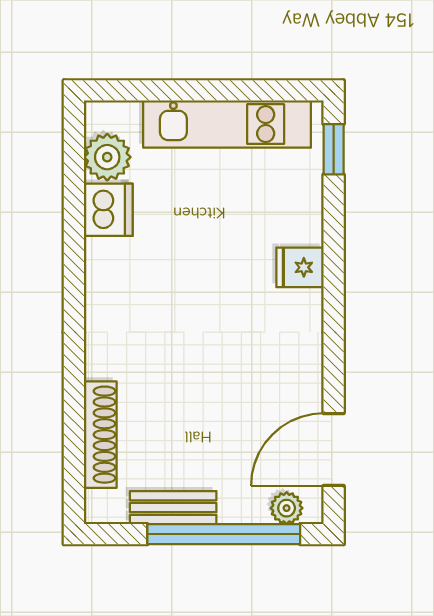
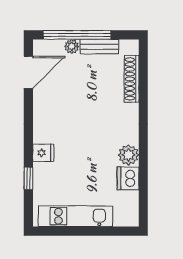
window: (334, 149) -> (28, 178), moved
plant: (107, 157) -> (129, 155), moved
plant: (287, 508) -> (72, 46), moved

